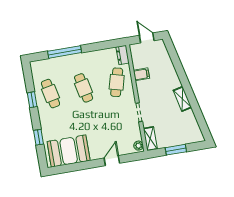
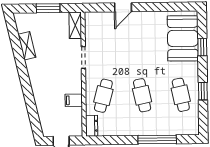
shelving: (182, 99) -> (27, 46), moved
plant: (139, 146) -> (90, 20), removed
booth: (69, 151) -> (183, 38), moved, turned 90

